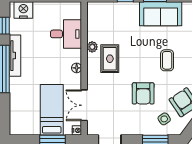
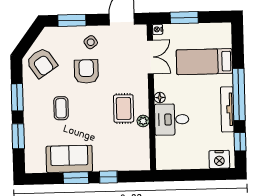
desk: (66, 34) -> (172, 119), moved
bed: (52, 110) -> (204, 62), moved, turned 90
side table: (164, 119) -> (91, 42), moved

